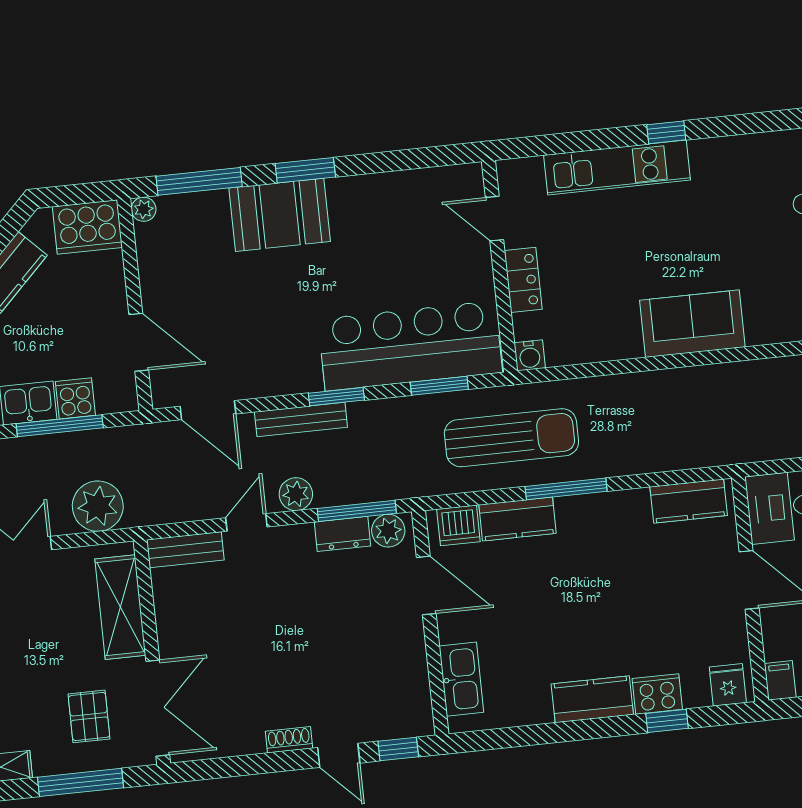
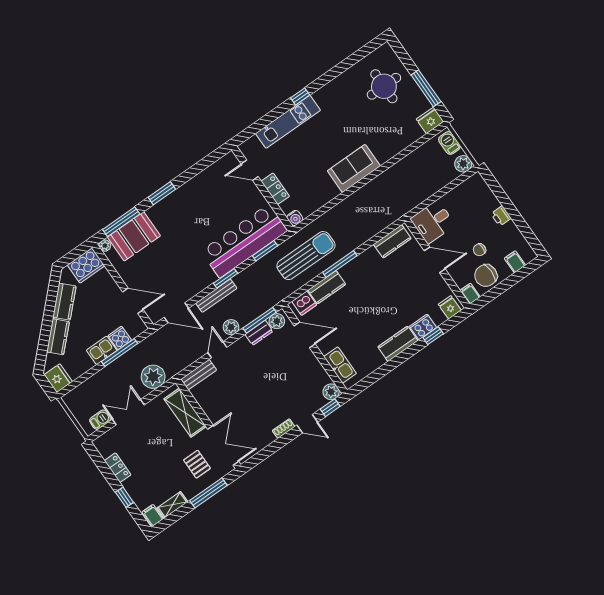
booth: (280, 215) -> (134, 236), moved
plant: (417, 720) -> (331, 392), added

